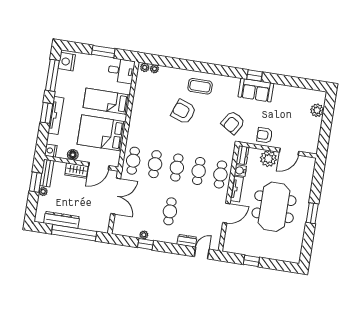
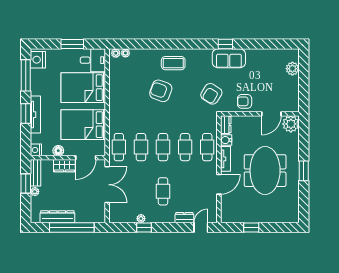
bed: (106, 101) -> (83, 88), width x1.50
plant: (268, 159) -> (291, 124), moved

